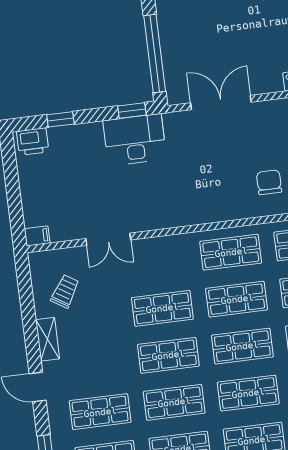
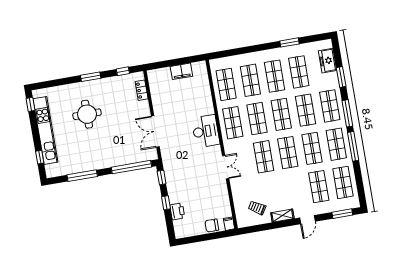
window: (60, 119) -> (166, 203), moved
desk: (135, 140) -> (206, 131), moved, turned 180
printer: (33, 142) -> (177, 211), moved
chair: (269, 182) -> (212, 226), moved
double door: (108, 239) -> (226, 167), moved

